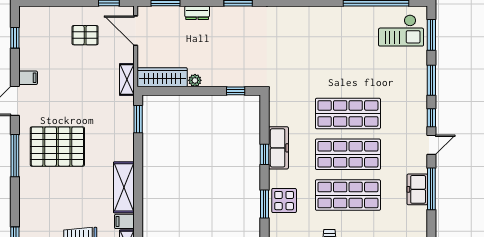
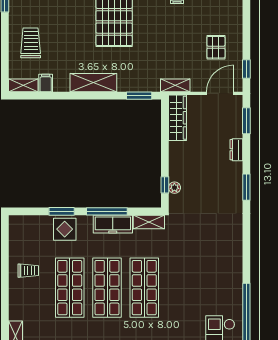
plant: (195, 80) -> (174, 188), moved
shelving: (276, 108) -> (149, 222), added
window: (264, 154) -> (107, 211), width x2.17
shelving: (124, 187) -> (93, 83), moved

